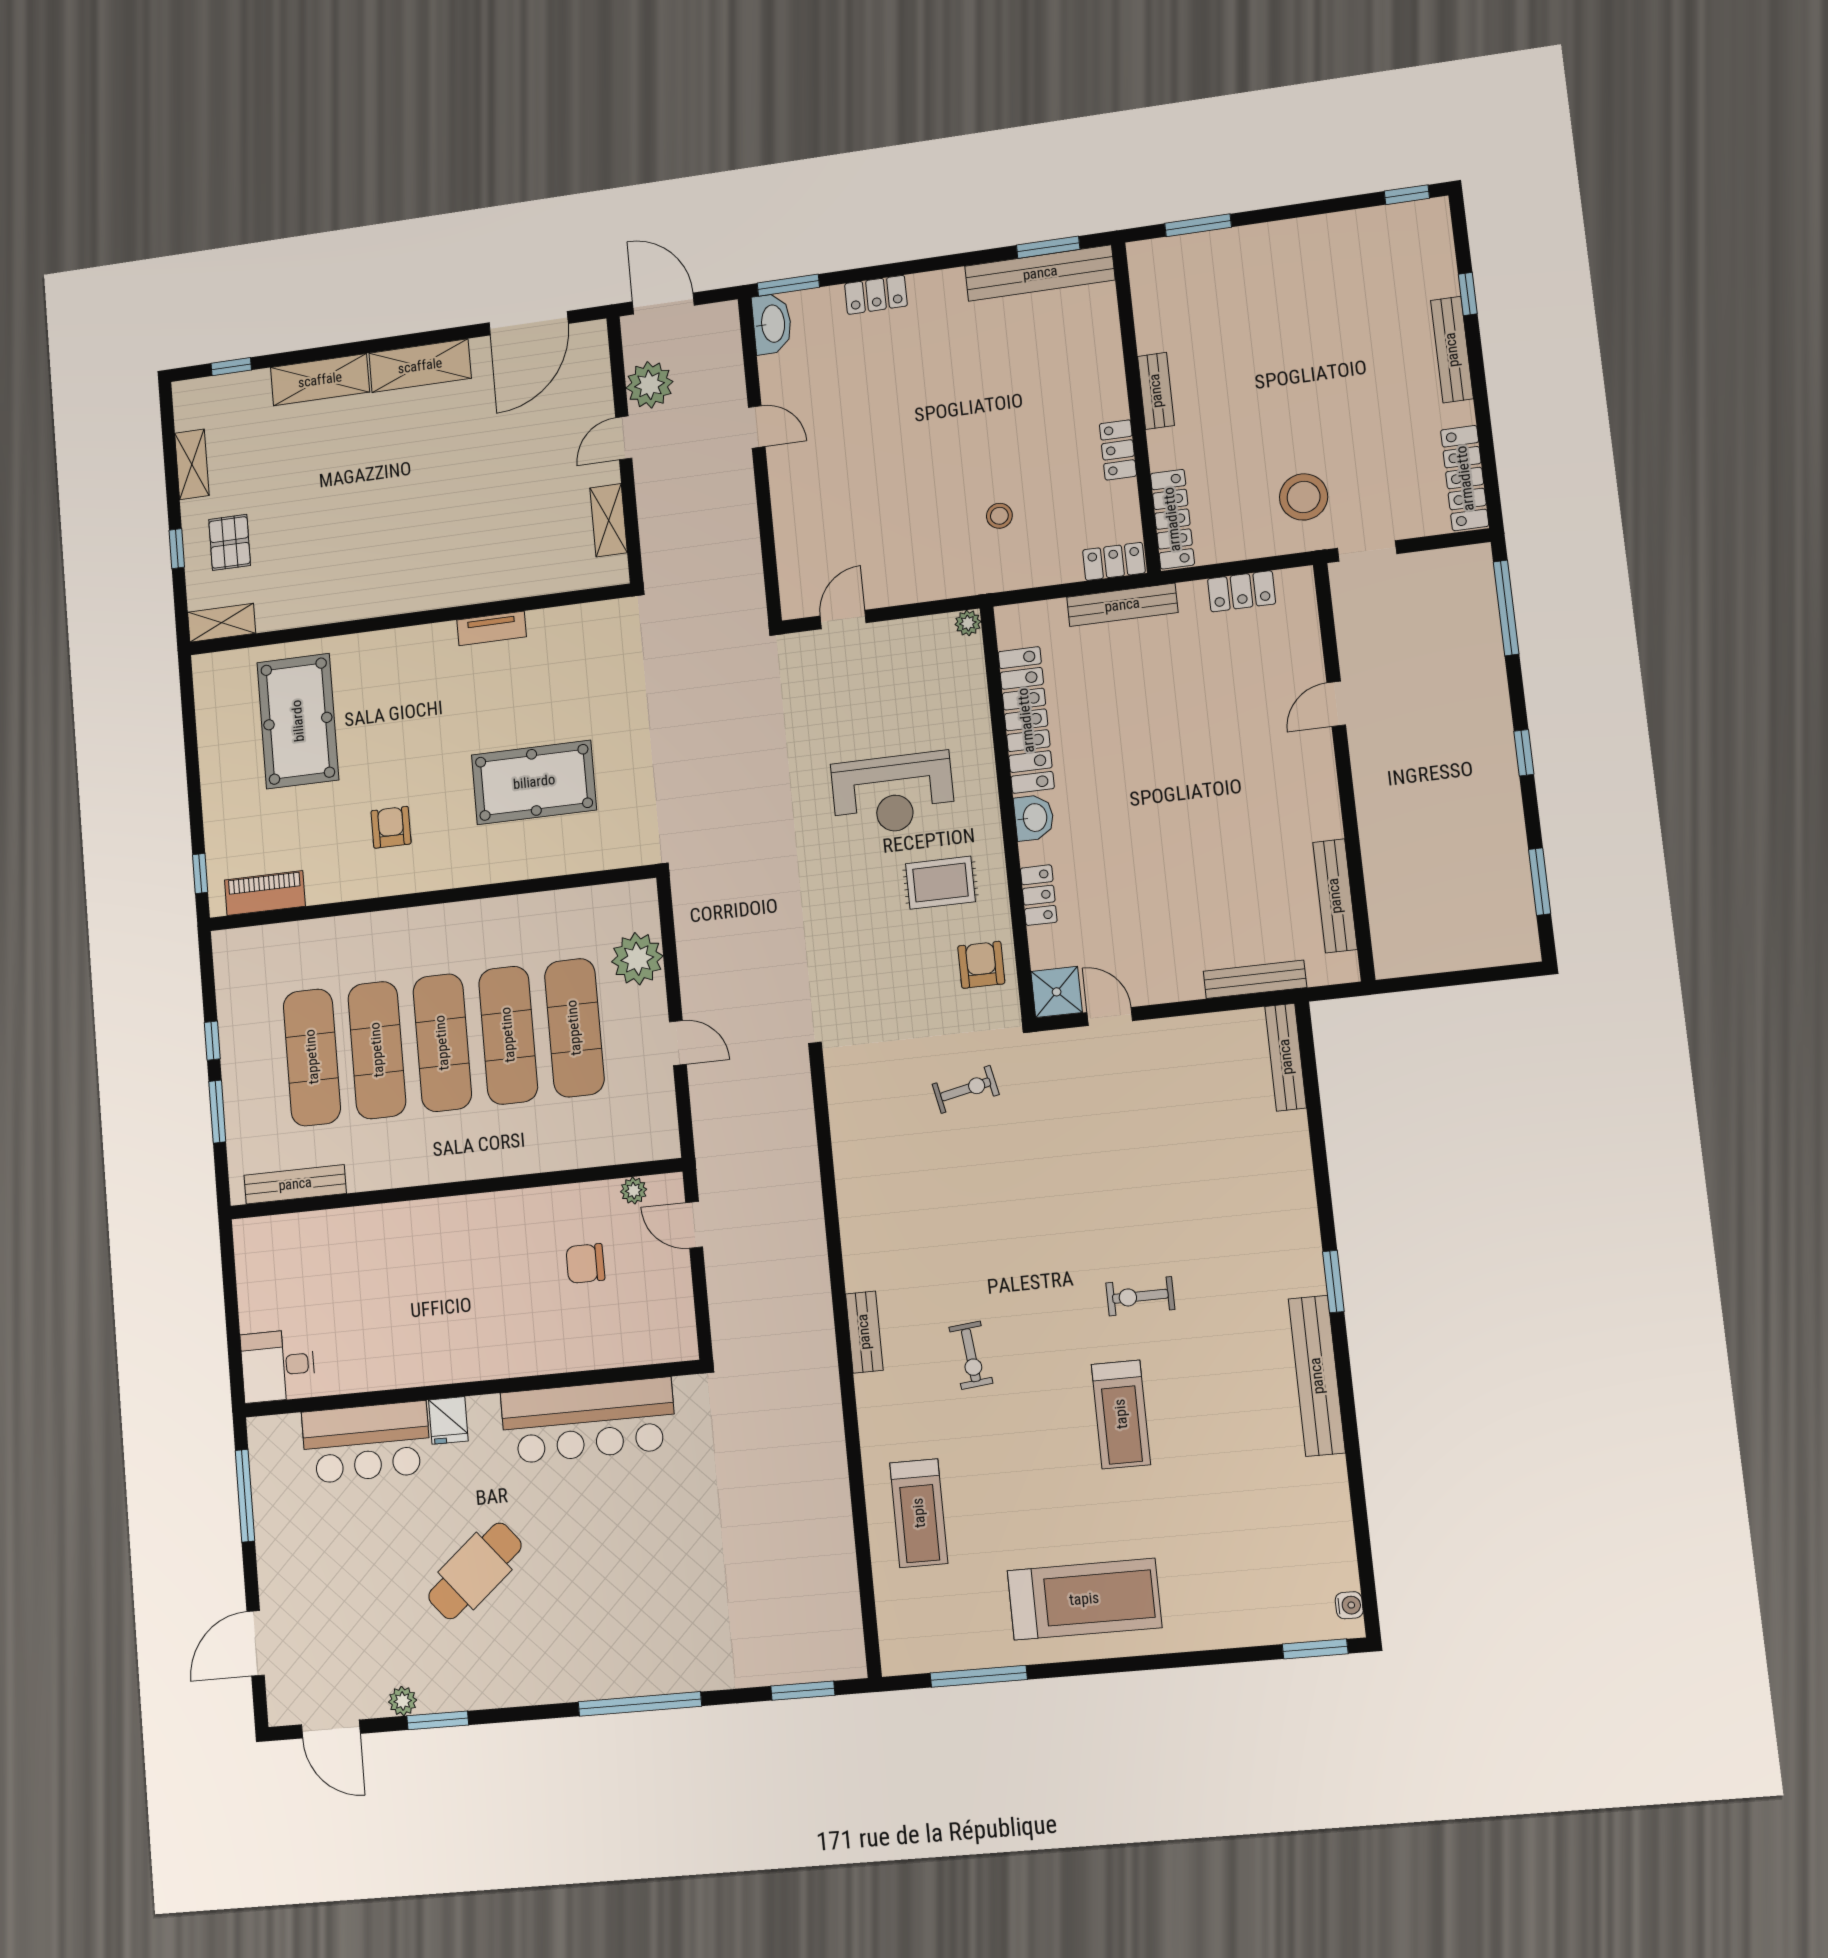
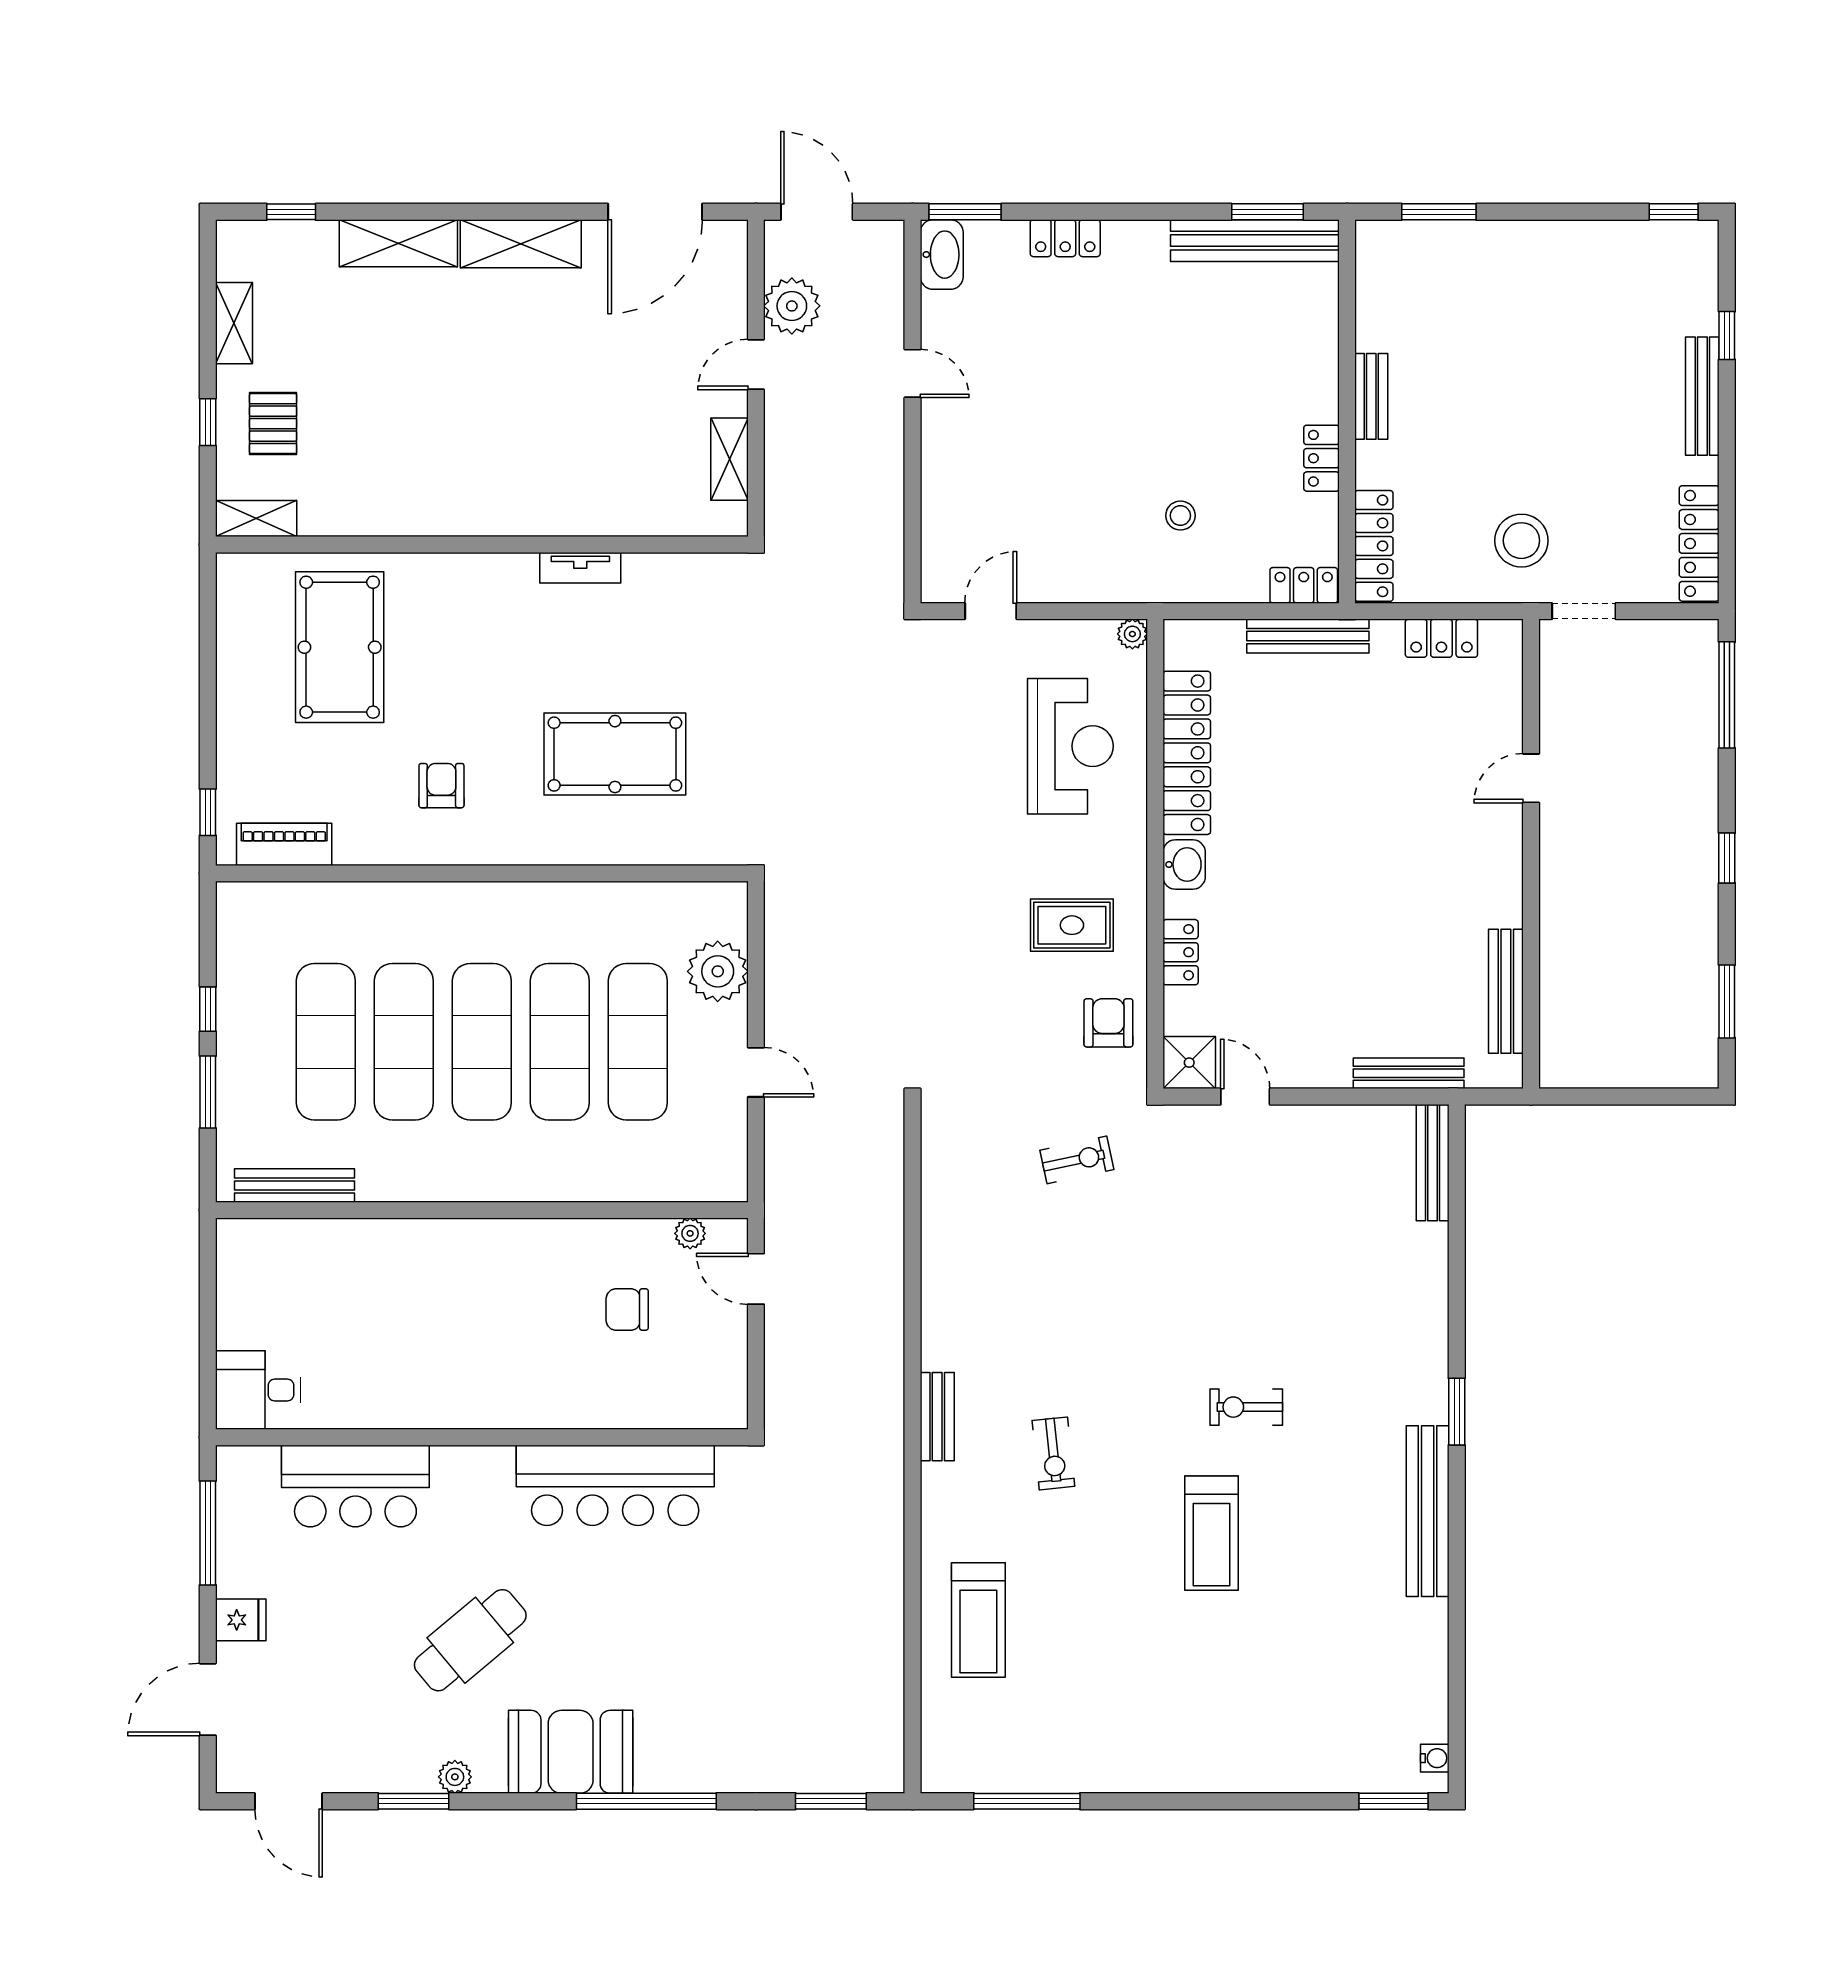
reception desk: (893, 794) -> (1070, 746), moved, turned -90
fridge: (448, 1420) -> (241, 1620), moved, turned -90
treadmill: (1084, 1599) -> (1151, 1728), removed
booth: (570, 1664) -> (571, 1752), added
plant: (403, 1701) -> (455, 1777), moved

